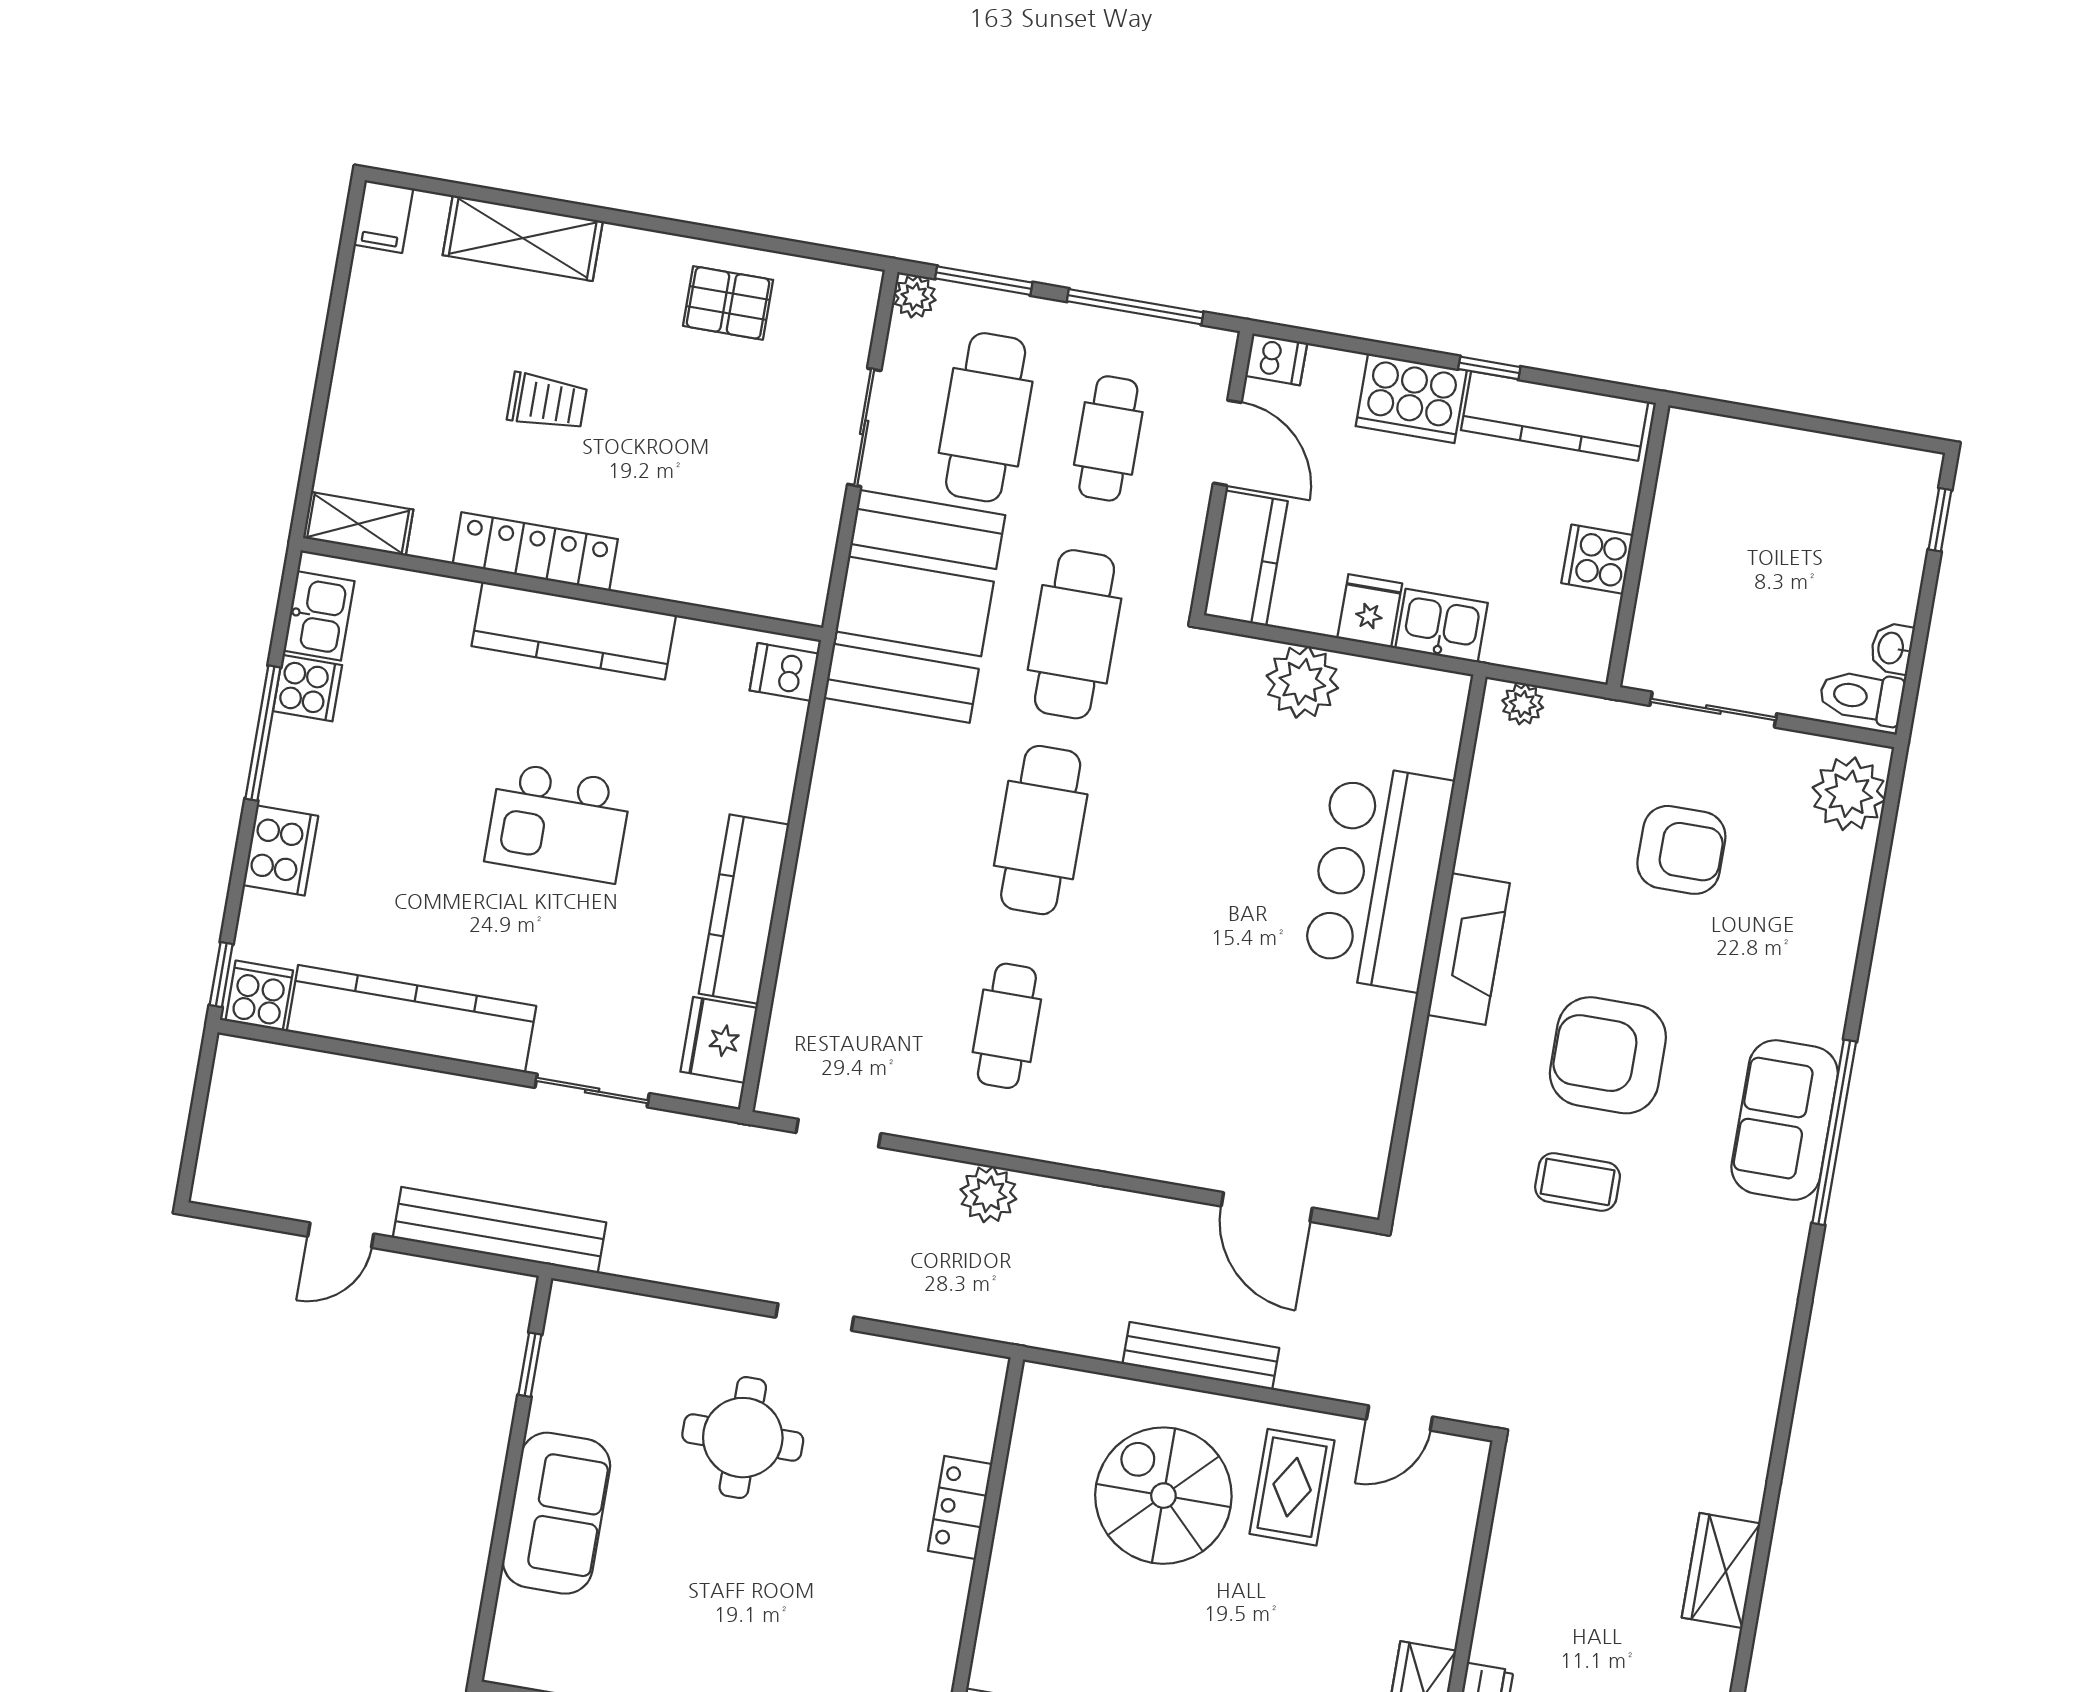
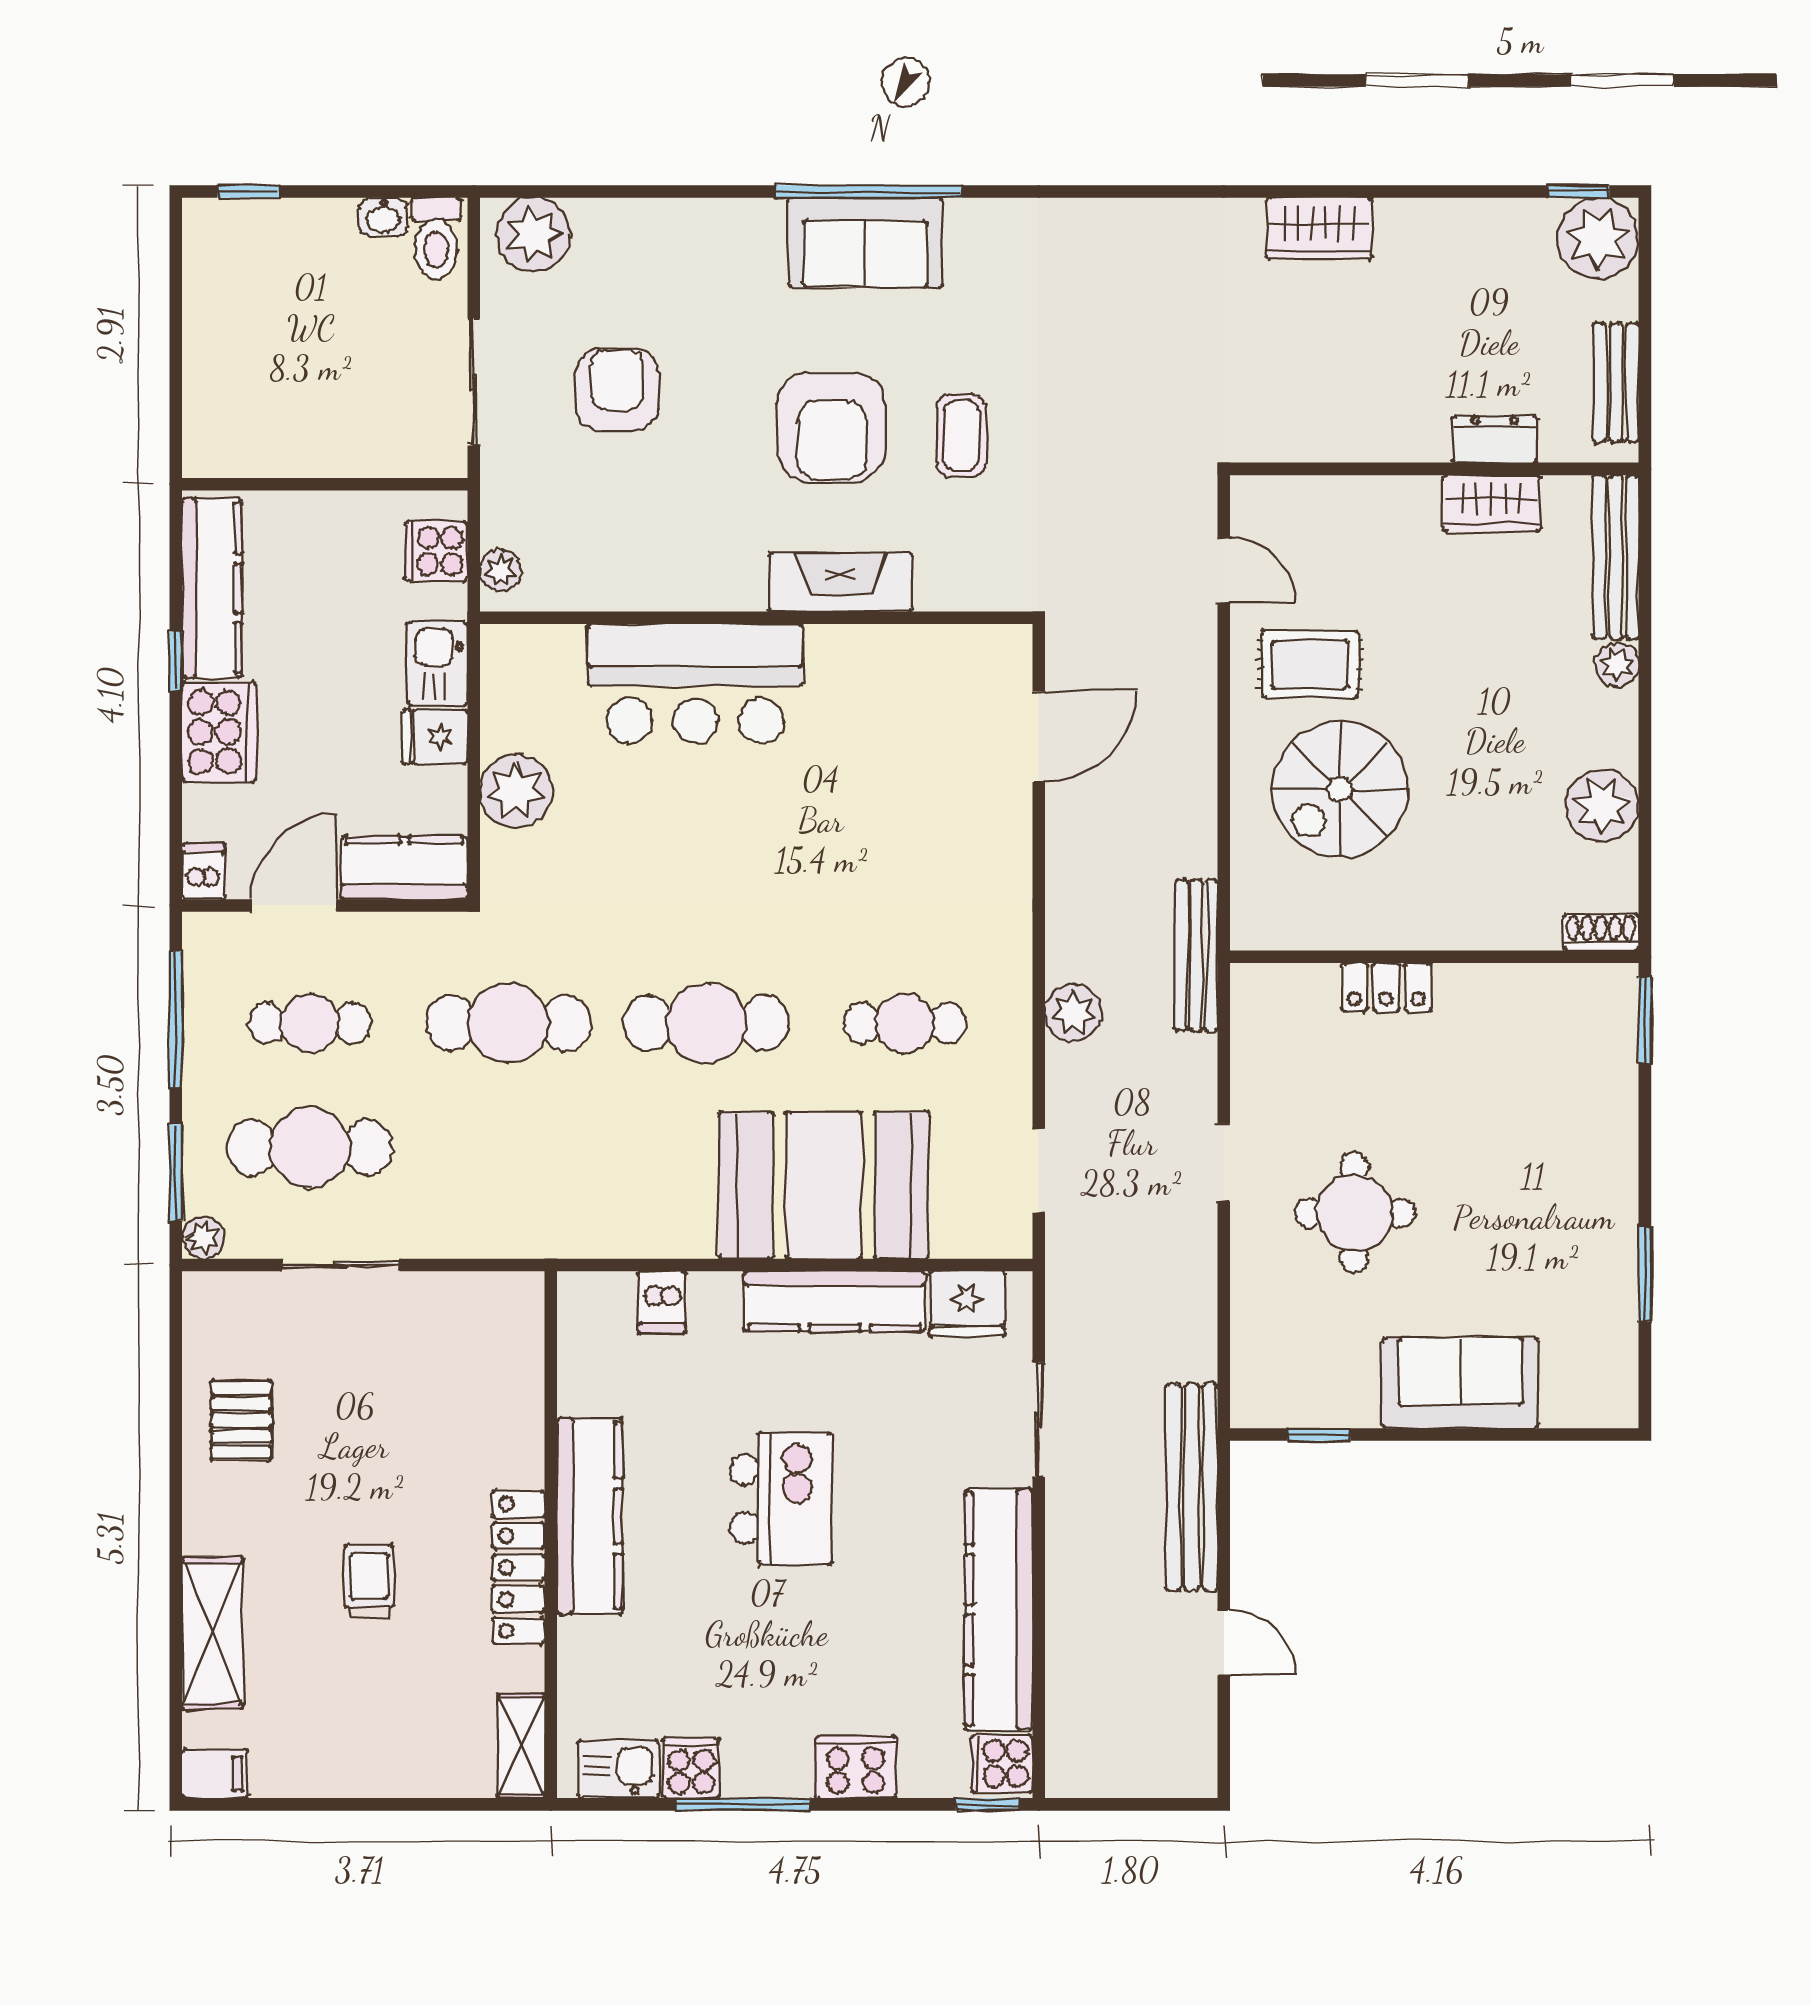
cooker: (1597, 559) -> (436, 551), moved, turned 90
booth: (915, 606) -> (824, 1185), moved
dishwasher: (784, 672) -> (662, 1302), moved
fireplace: (1469, 949) -> (841, 582), moved
bench: (1201, 1356) -> (1196, 955), moved

